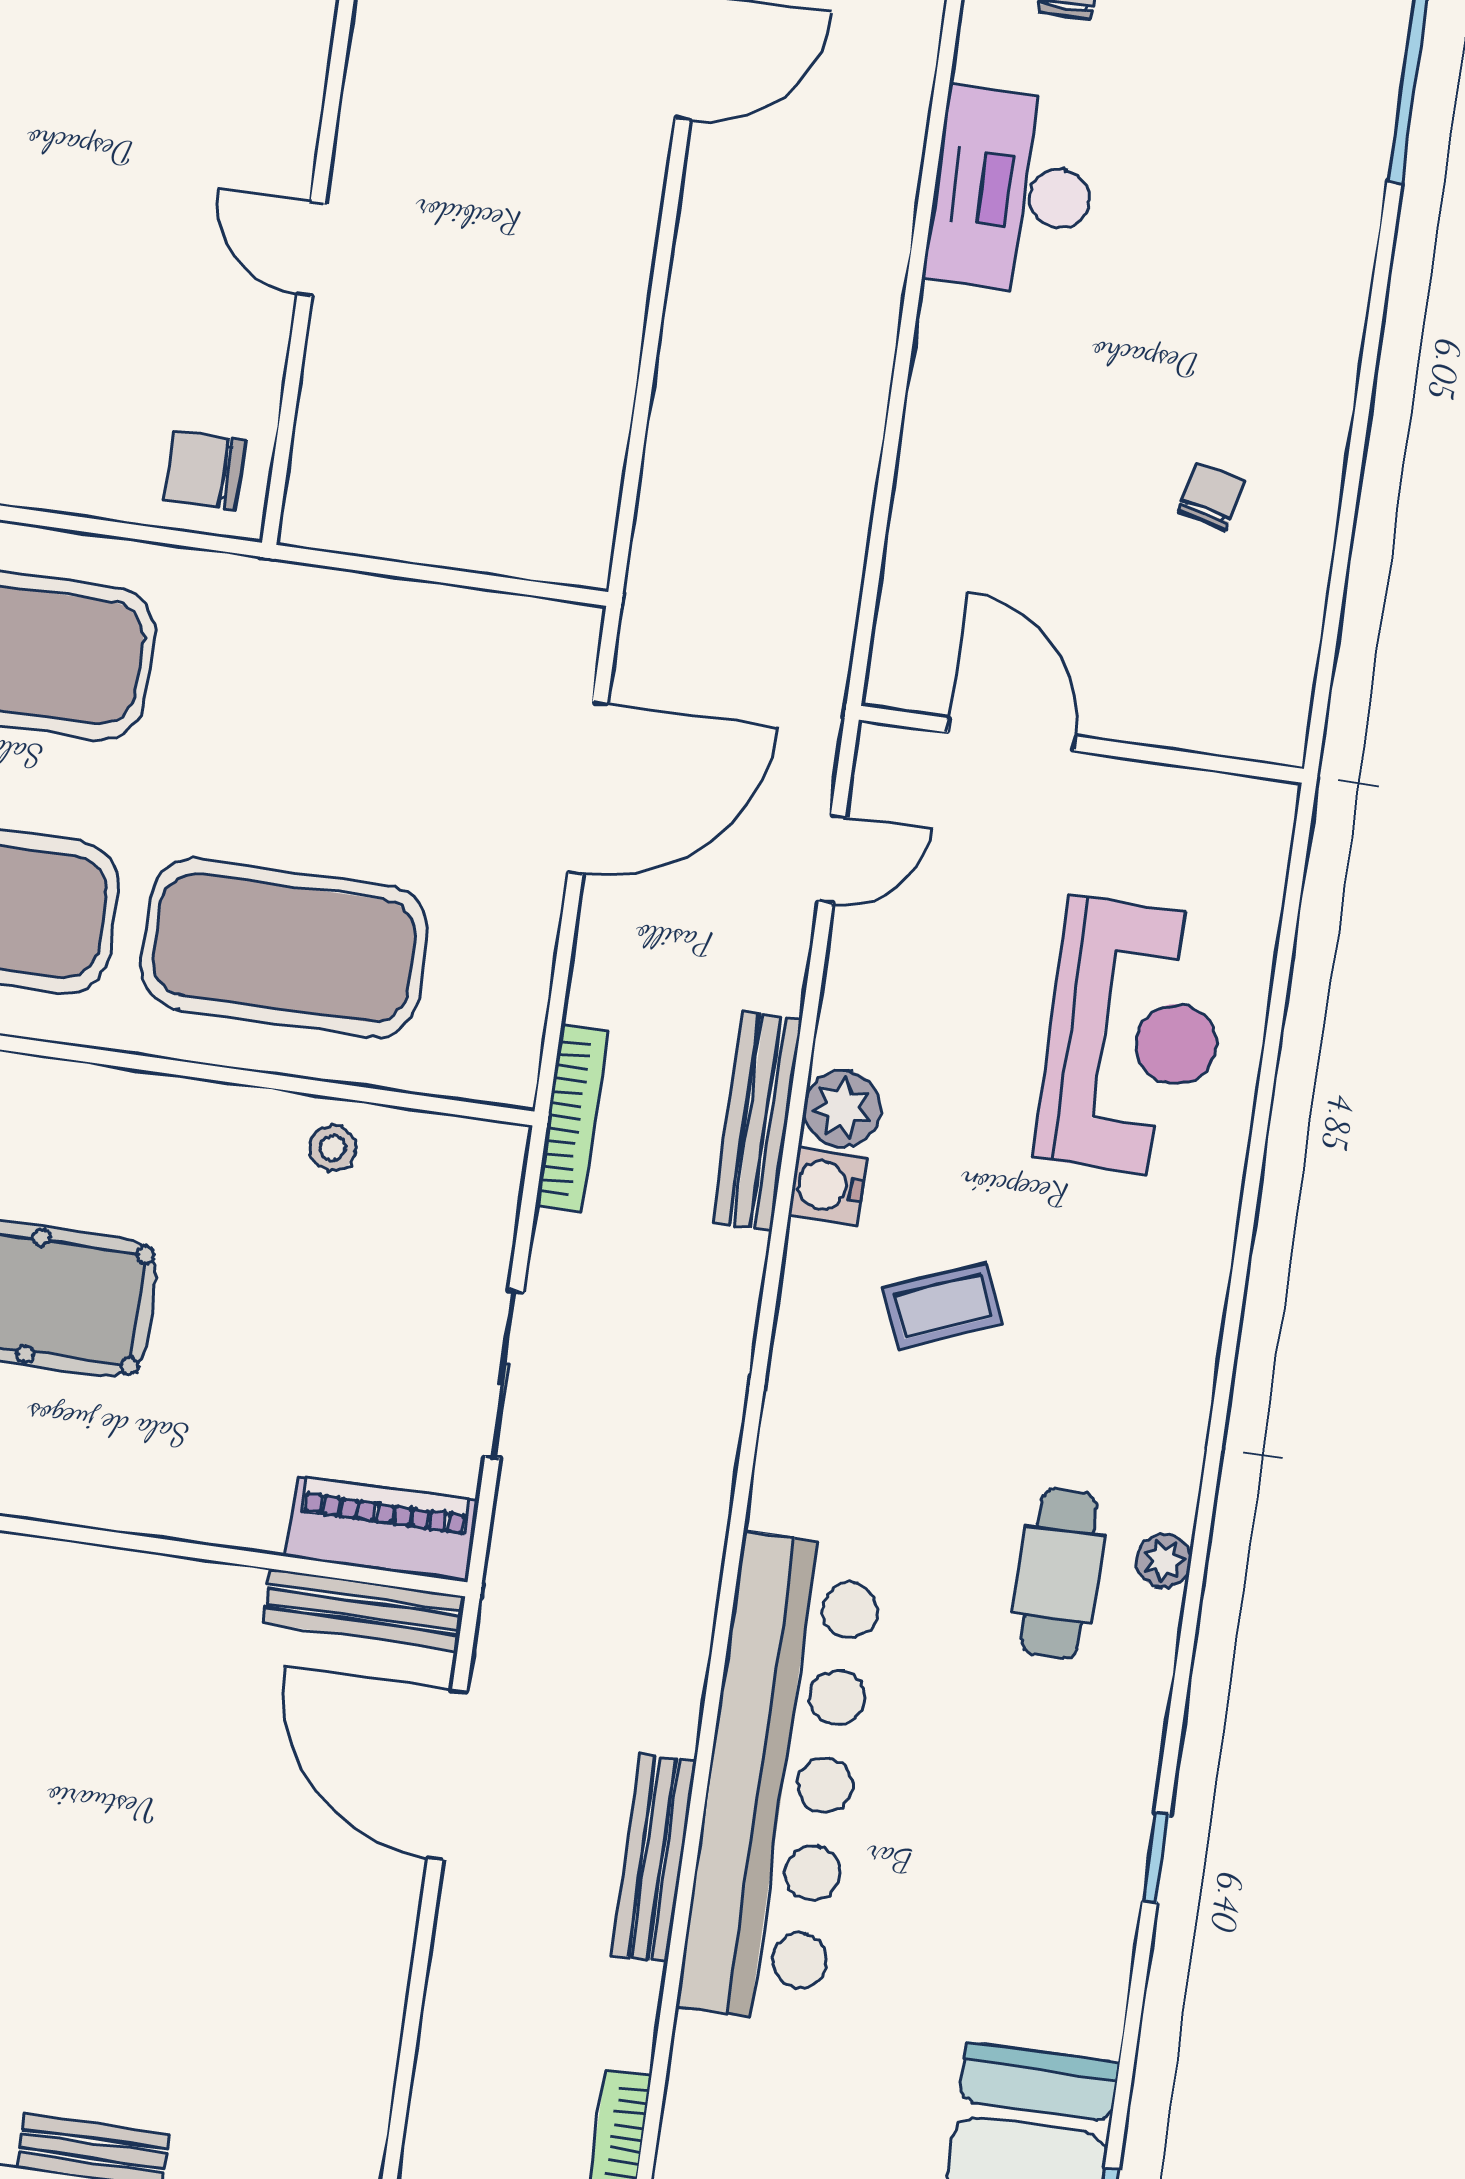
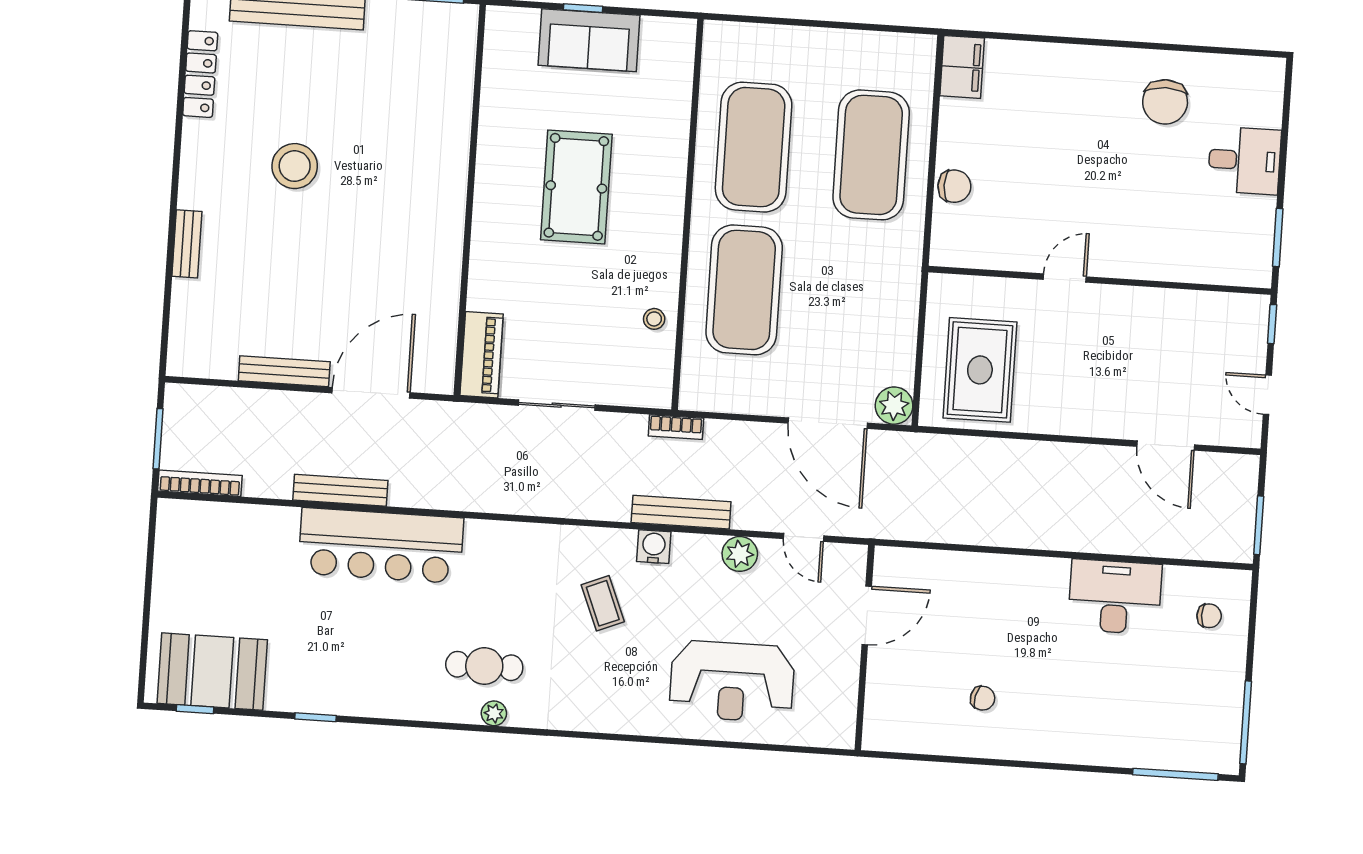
rug: (497, 448) -> (980, 370), added
chair: (205, 470) -> (954, 186), moved, turned 90
plant: (560, 641) -> (894, 406), added
plant: (842, 1108) -> (740, 554), moved
bookcase: (571, 1118) -> (676, 427), width x0.64
bench: (364, 1610) -> (284, 371), moved, turned 90
bar counter: (781, 1779) -> (381, 546), width x0.73
window: (1156, 1858) -> (315, 717), moved

